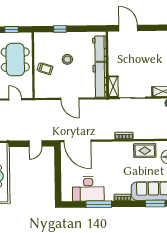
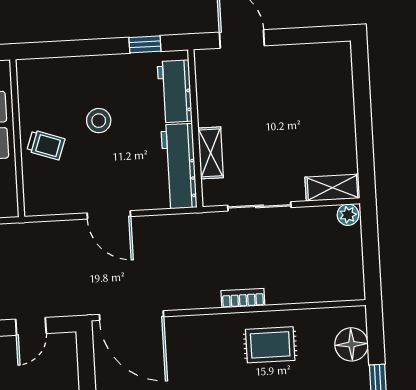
window: (60, 29) -> (145, 44), moved
shelving: (113, 87) -> (211, 153), moved
rug: (145, 151) -> (270, 345), moved

